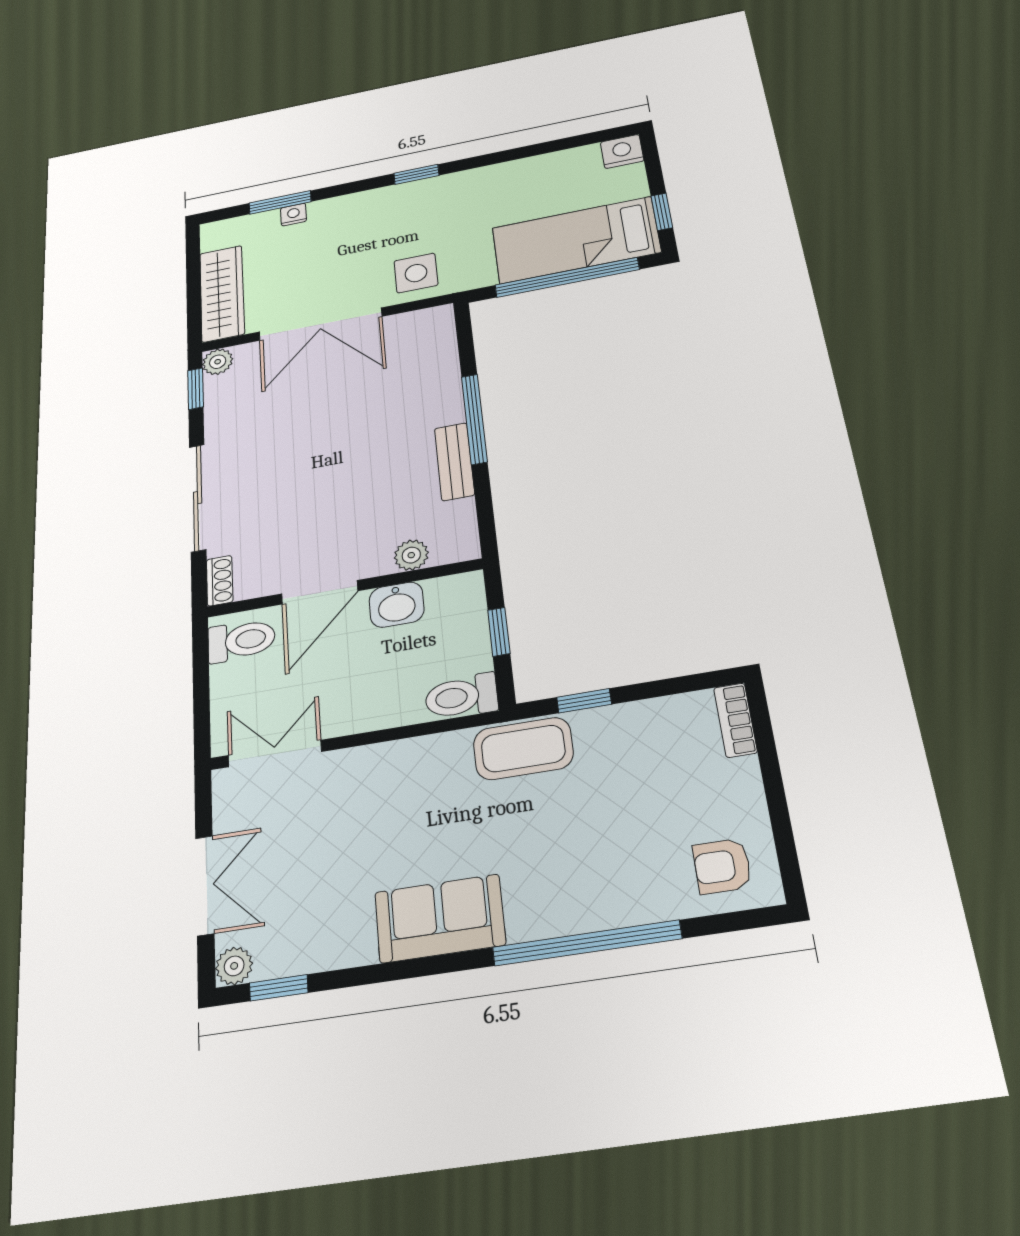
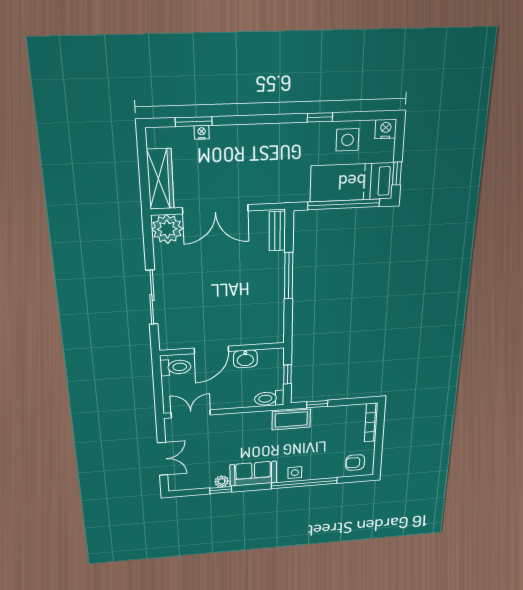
window: (416, 174) -> (320, 117), moved
side table: (416, 273) -> (348, 140), moved
plant: (218, 362) -> (167, 229), width x1.88, depth x1.88
window: (196, 389) -> (148, 237), removed
bench: (454, 462) -> (277, 231), moved
plant: (411, 555) -> (253, 338), removed
shoe rack: (220, 581) -> (165, 339), removed
bookcase: (735, 720) -> (371, 422), width x1.56
side table: (555, 909) -> (295, 473), added
plant: (234, 966) -> (222, 481), moved
window: (279, 988) -> (221, 490), moved

